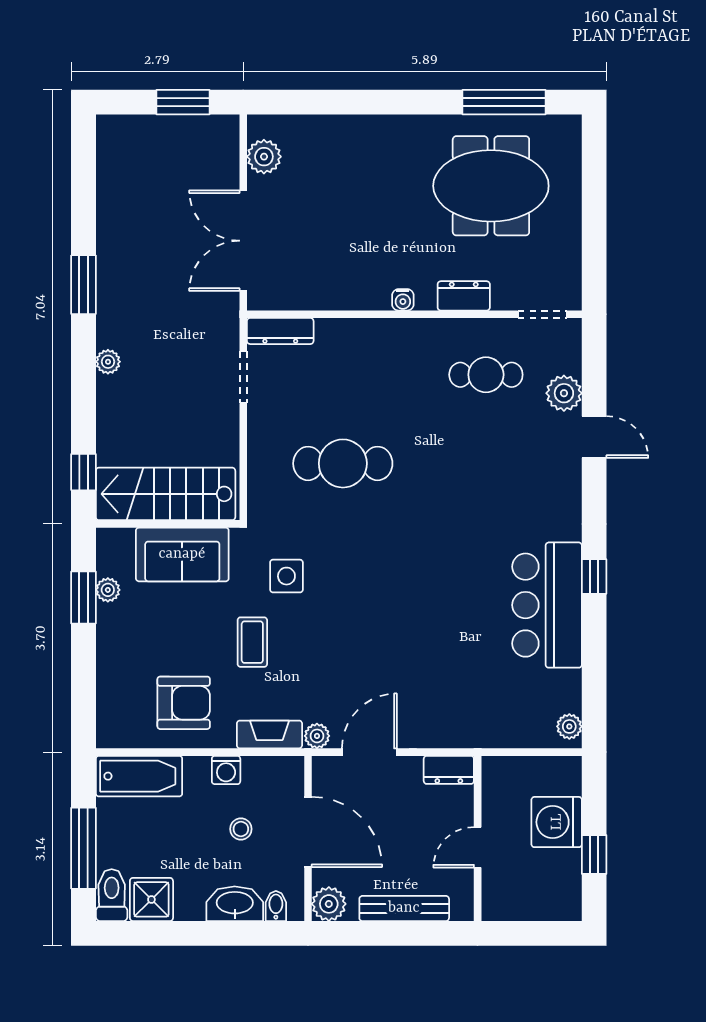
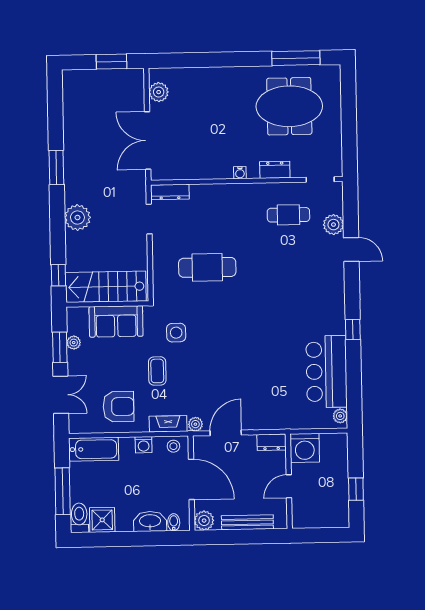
plant: (108, 362) -> (77, 218), width x1.87, depth x1.87
bar counter: (547, 605) -> (327, 372), moved
double door: (84, 680) -> (61, 395), added
washing machine: (557, 822) -> (305, 448), moved, turned -90
stool: (241, 829) -> (173, 446), moved

